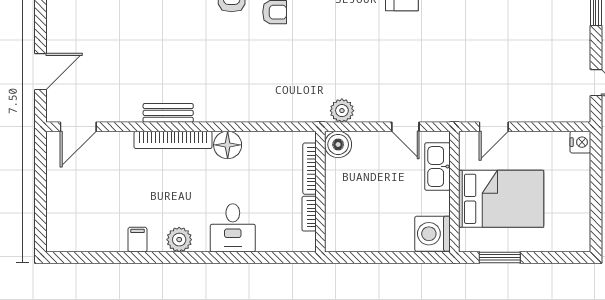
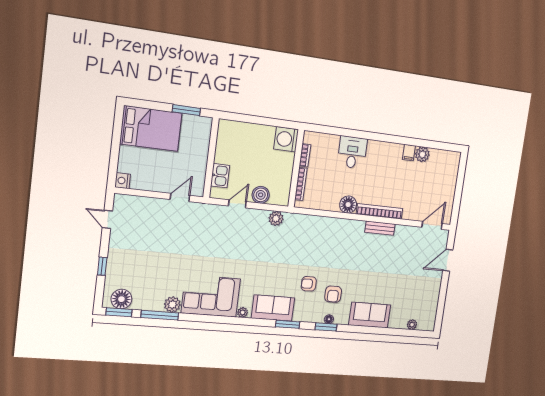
door: (405, 127) -> (237, 204), hinge flipped
boiler: (338, 144) -> (261, 195), moved
kitchen sink: (437, 167) -> (220, 176), width x0.73
bed: (501, 199) -> (151, 129), moved, turned 180
washing machine: (432, 234) -> (286, 139), moved, turned 180
plant: (179, 240) -> (422, 154), moved

